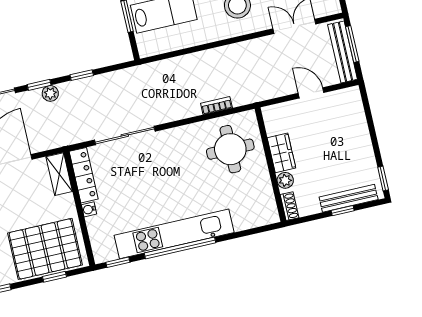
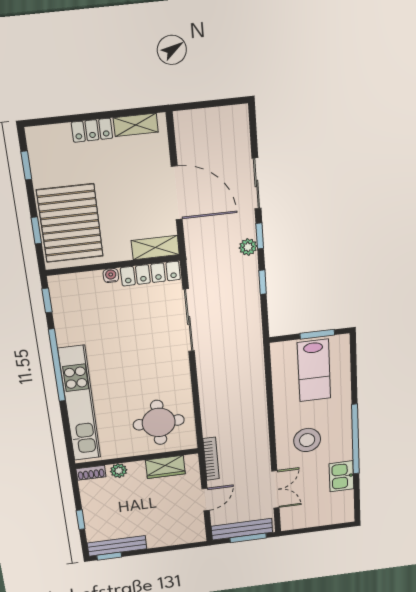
bookcase: (216, 105) -> (211, 459), moved, width x1.56
wardrobe: (281, 153) -> (165, 467), moved
bench: (349, 198) -> (117, 546), moved, turned 90
kitchen unit: (174, 234) -> (79, 404), moved

